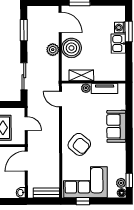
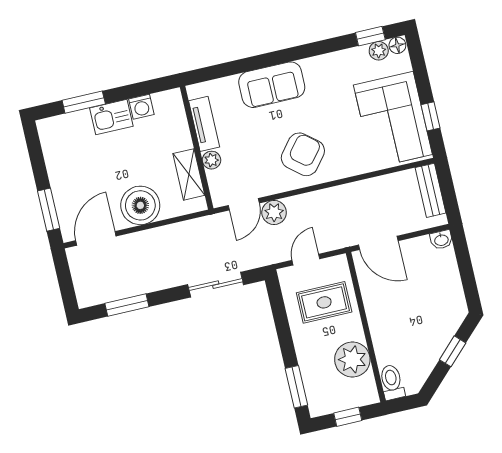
washing machine: (120, 28) -> (141, 107), moved
plant: (53, 50) -> (274, 212), moved
armchair: (79, 144) -> (303, 154), moved

